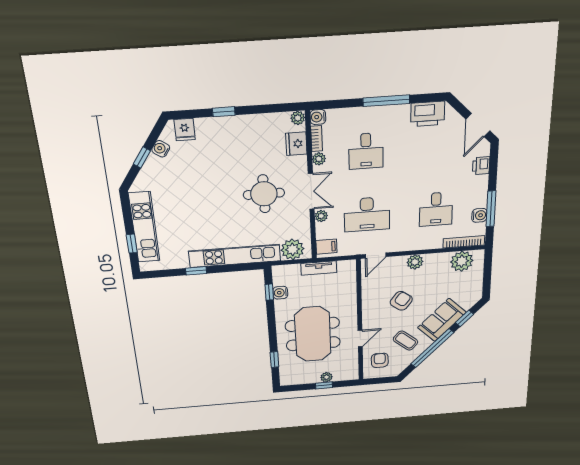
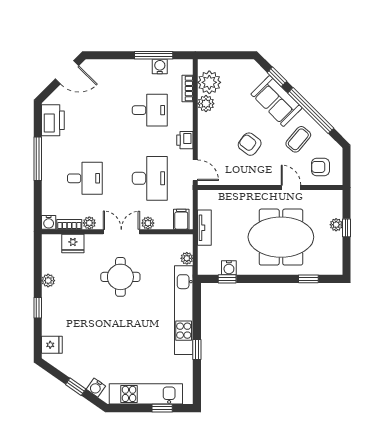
plant: (298, 118) -> (48, 281), moved
water cooler: (161, 149) -> (96, 388), moved
printer: (481, 166) -> (185, 140), moved, turned 90
bookcase: (464, 242) -> (188, 88), width x0.64
plant: (292, 249) -> (187, 258), width x0.53, depth x0.53
plant: (415, 262) -> (206, 104), moved

